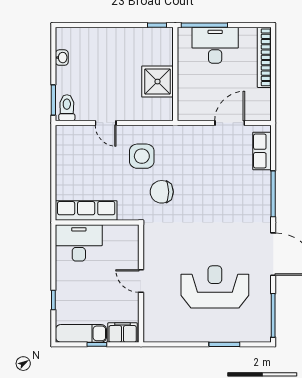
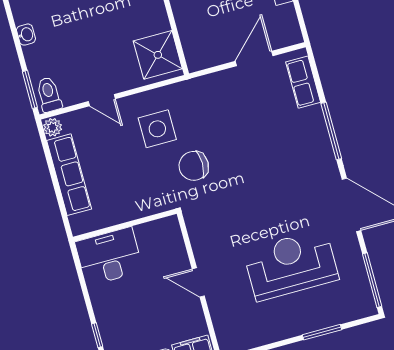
shower: (157, 82) -> (158, 55), moved
plant: (63, 133) -> (53, 127), added
row of seats: (86, 211) -> (69, 175), moved, turned 90

